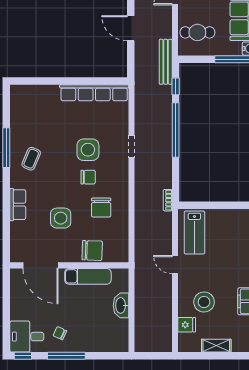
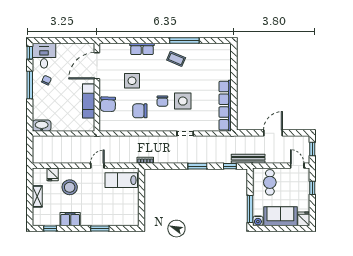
window: (176, 130) -> (197, 166), width x0.47
washbasin: (121, 305) -> (42, 126), moved

